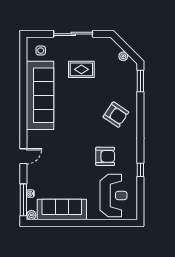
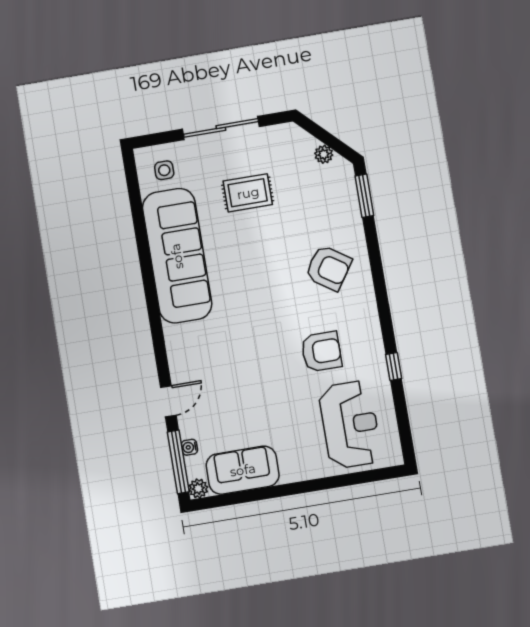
door: (23, 156) -> (168, 401), moved
sofa: (62, 210) -> (243, 470), width x0.73

